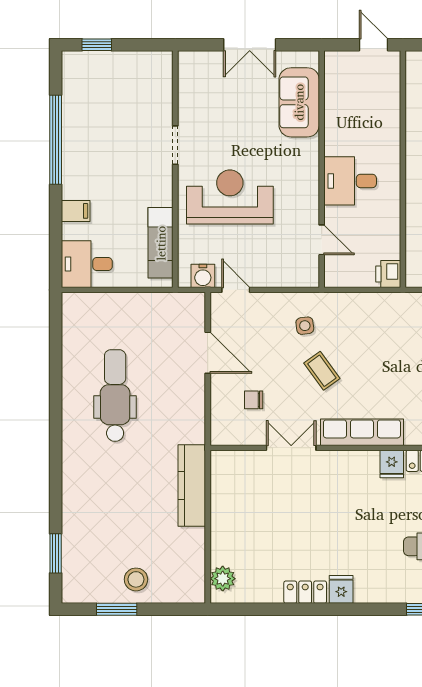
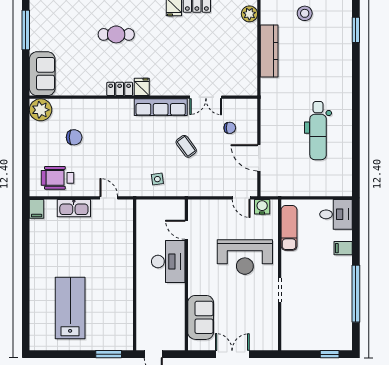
desk: (350, 181) -> (168, 262), width x1.37
printer: (388, 274) -> (144, 208), removed
side table: (305, 326) -> (157, 179), moved
kitchen counter: (192, 486) -> (269, 51), moved

